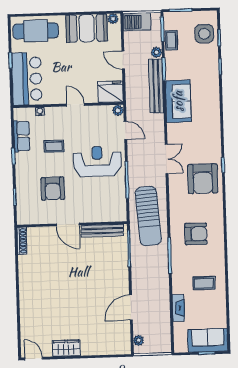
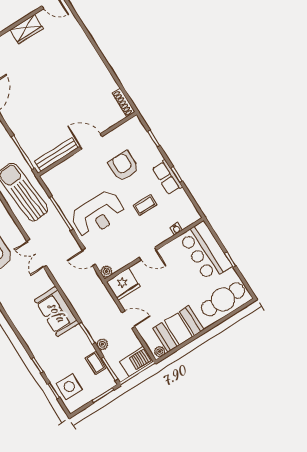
bench: (156, 86) -> (85, 314), removed
row of seats: (22, 136) -> (167, 177), moved

